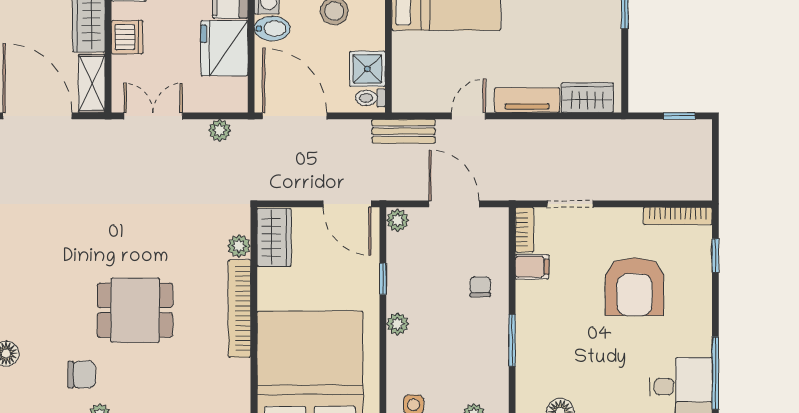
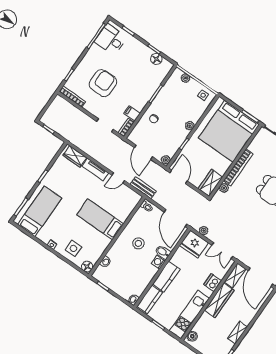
fridge: (224, 48) -> (194, 244), moved, turned 90
shower: (367, 69) -> (141, 217), removed

